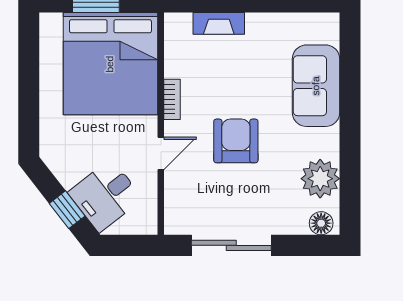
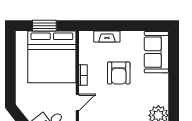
sofa: (316, 86) -> (156, 52), moved
armchair: (236, 141) -> (119, 73), moved, turned 180

